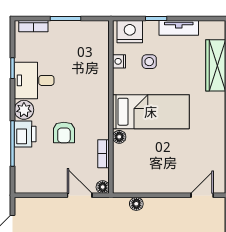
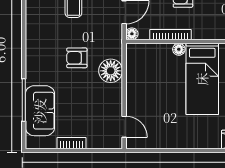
bookcase: (103, 154) -> (170, 35), width x1.56
floor lamp: (136, 204) -> (111, 71), width x1.89, depth x1.89

